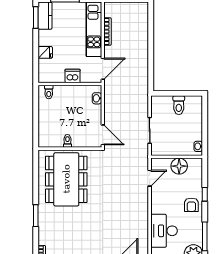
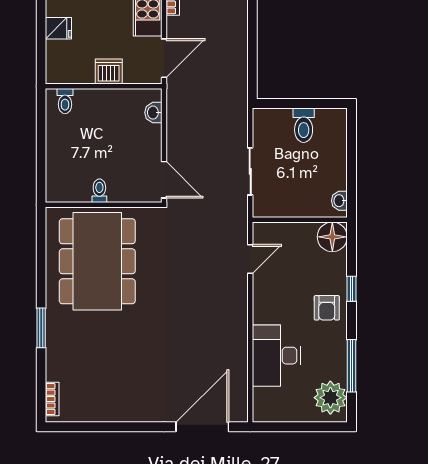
floor lamp: (179, 166) -> (332, 237), moved

